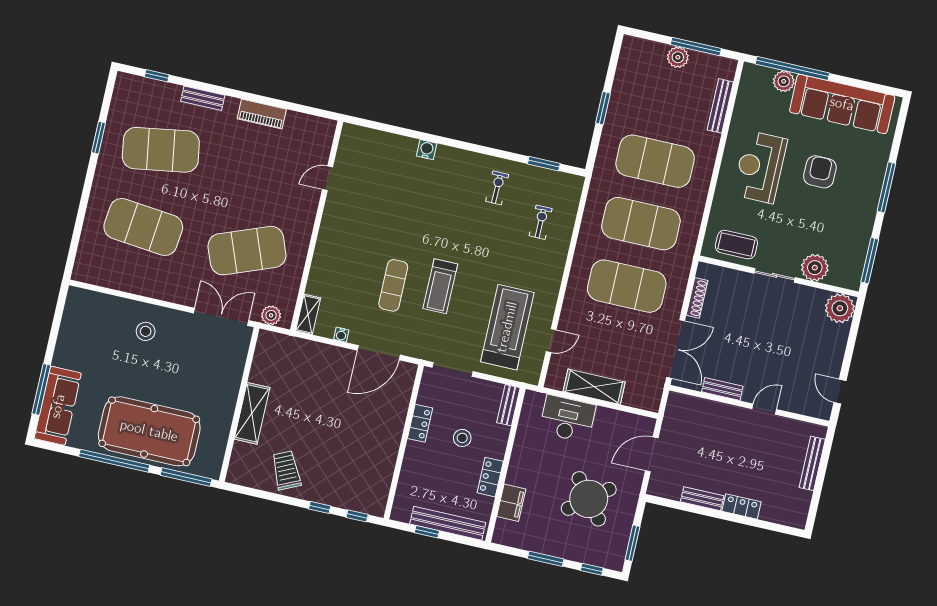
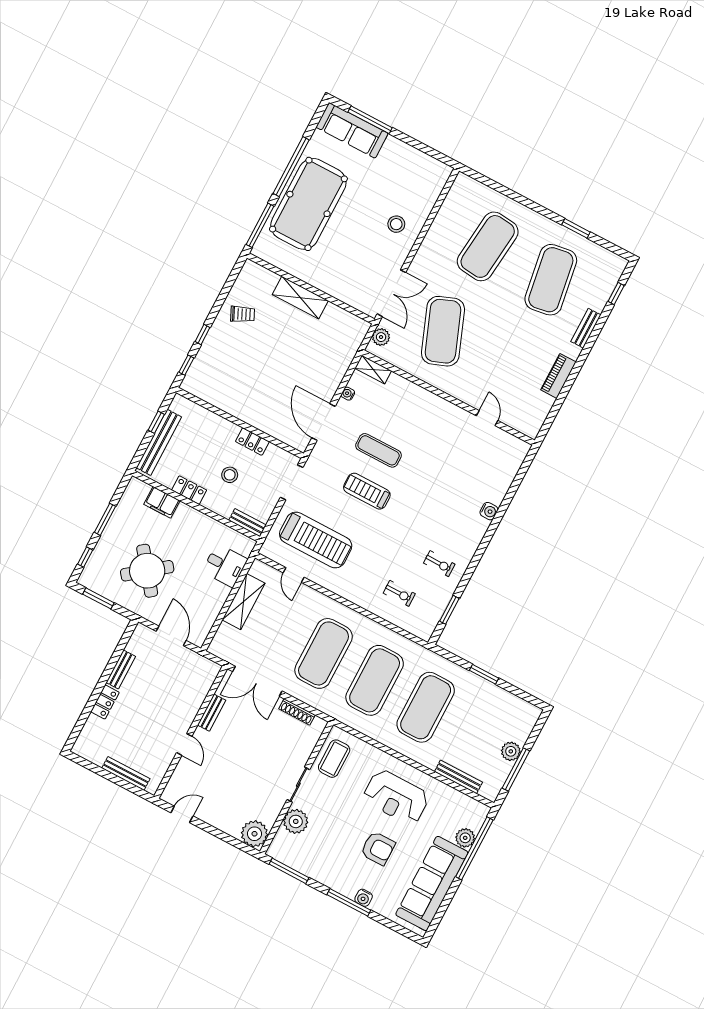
reception desk: (760, 167) -> (396, 797), turned 180
water cooler: (877, 173) -> (364, 898), added
desk: (567, 419) -> (225, 565), width x0.73
trolley: (286, 470) -> (243, 314), width x0.73, depth x0.72

